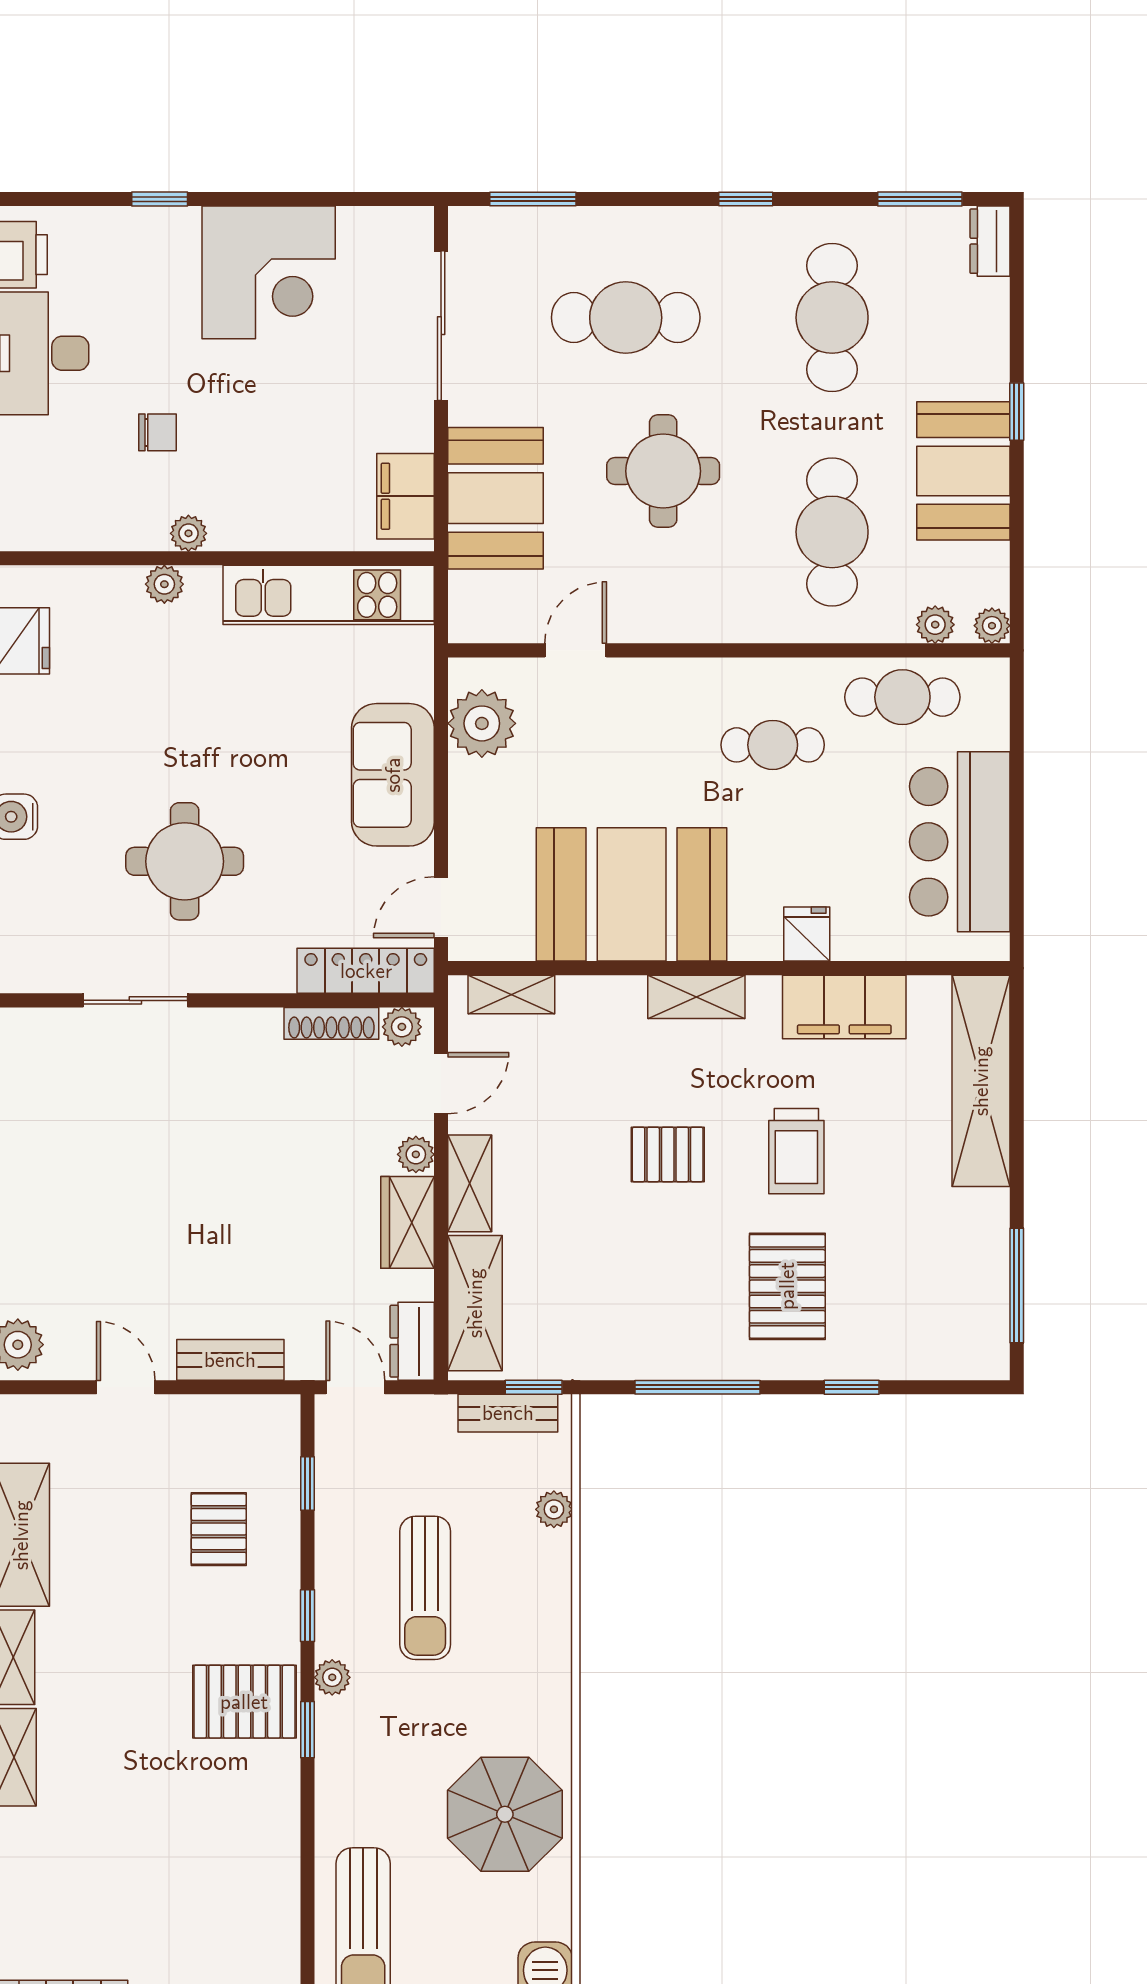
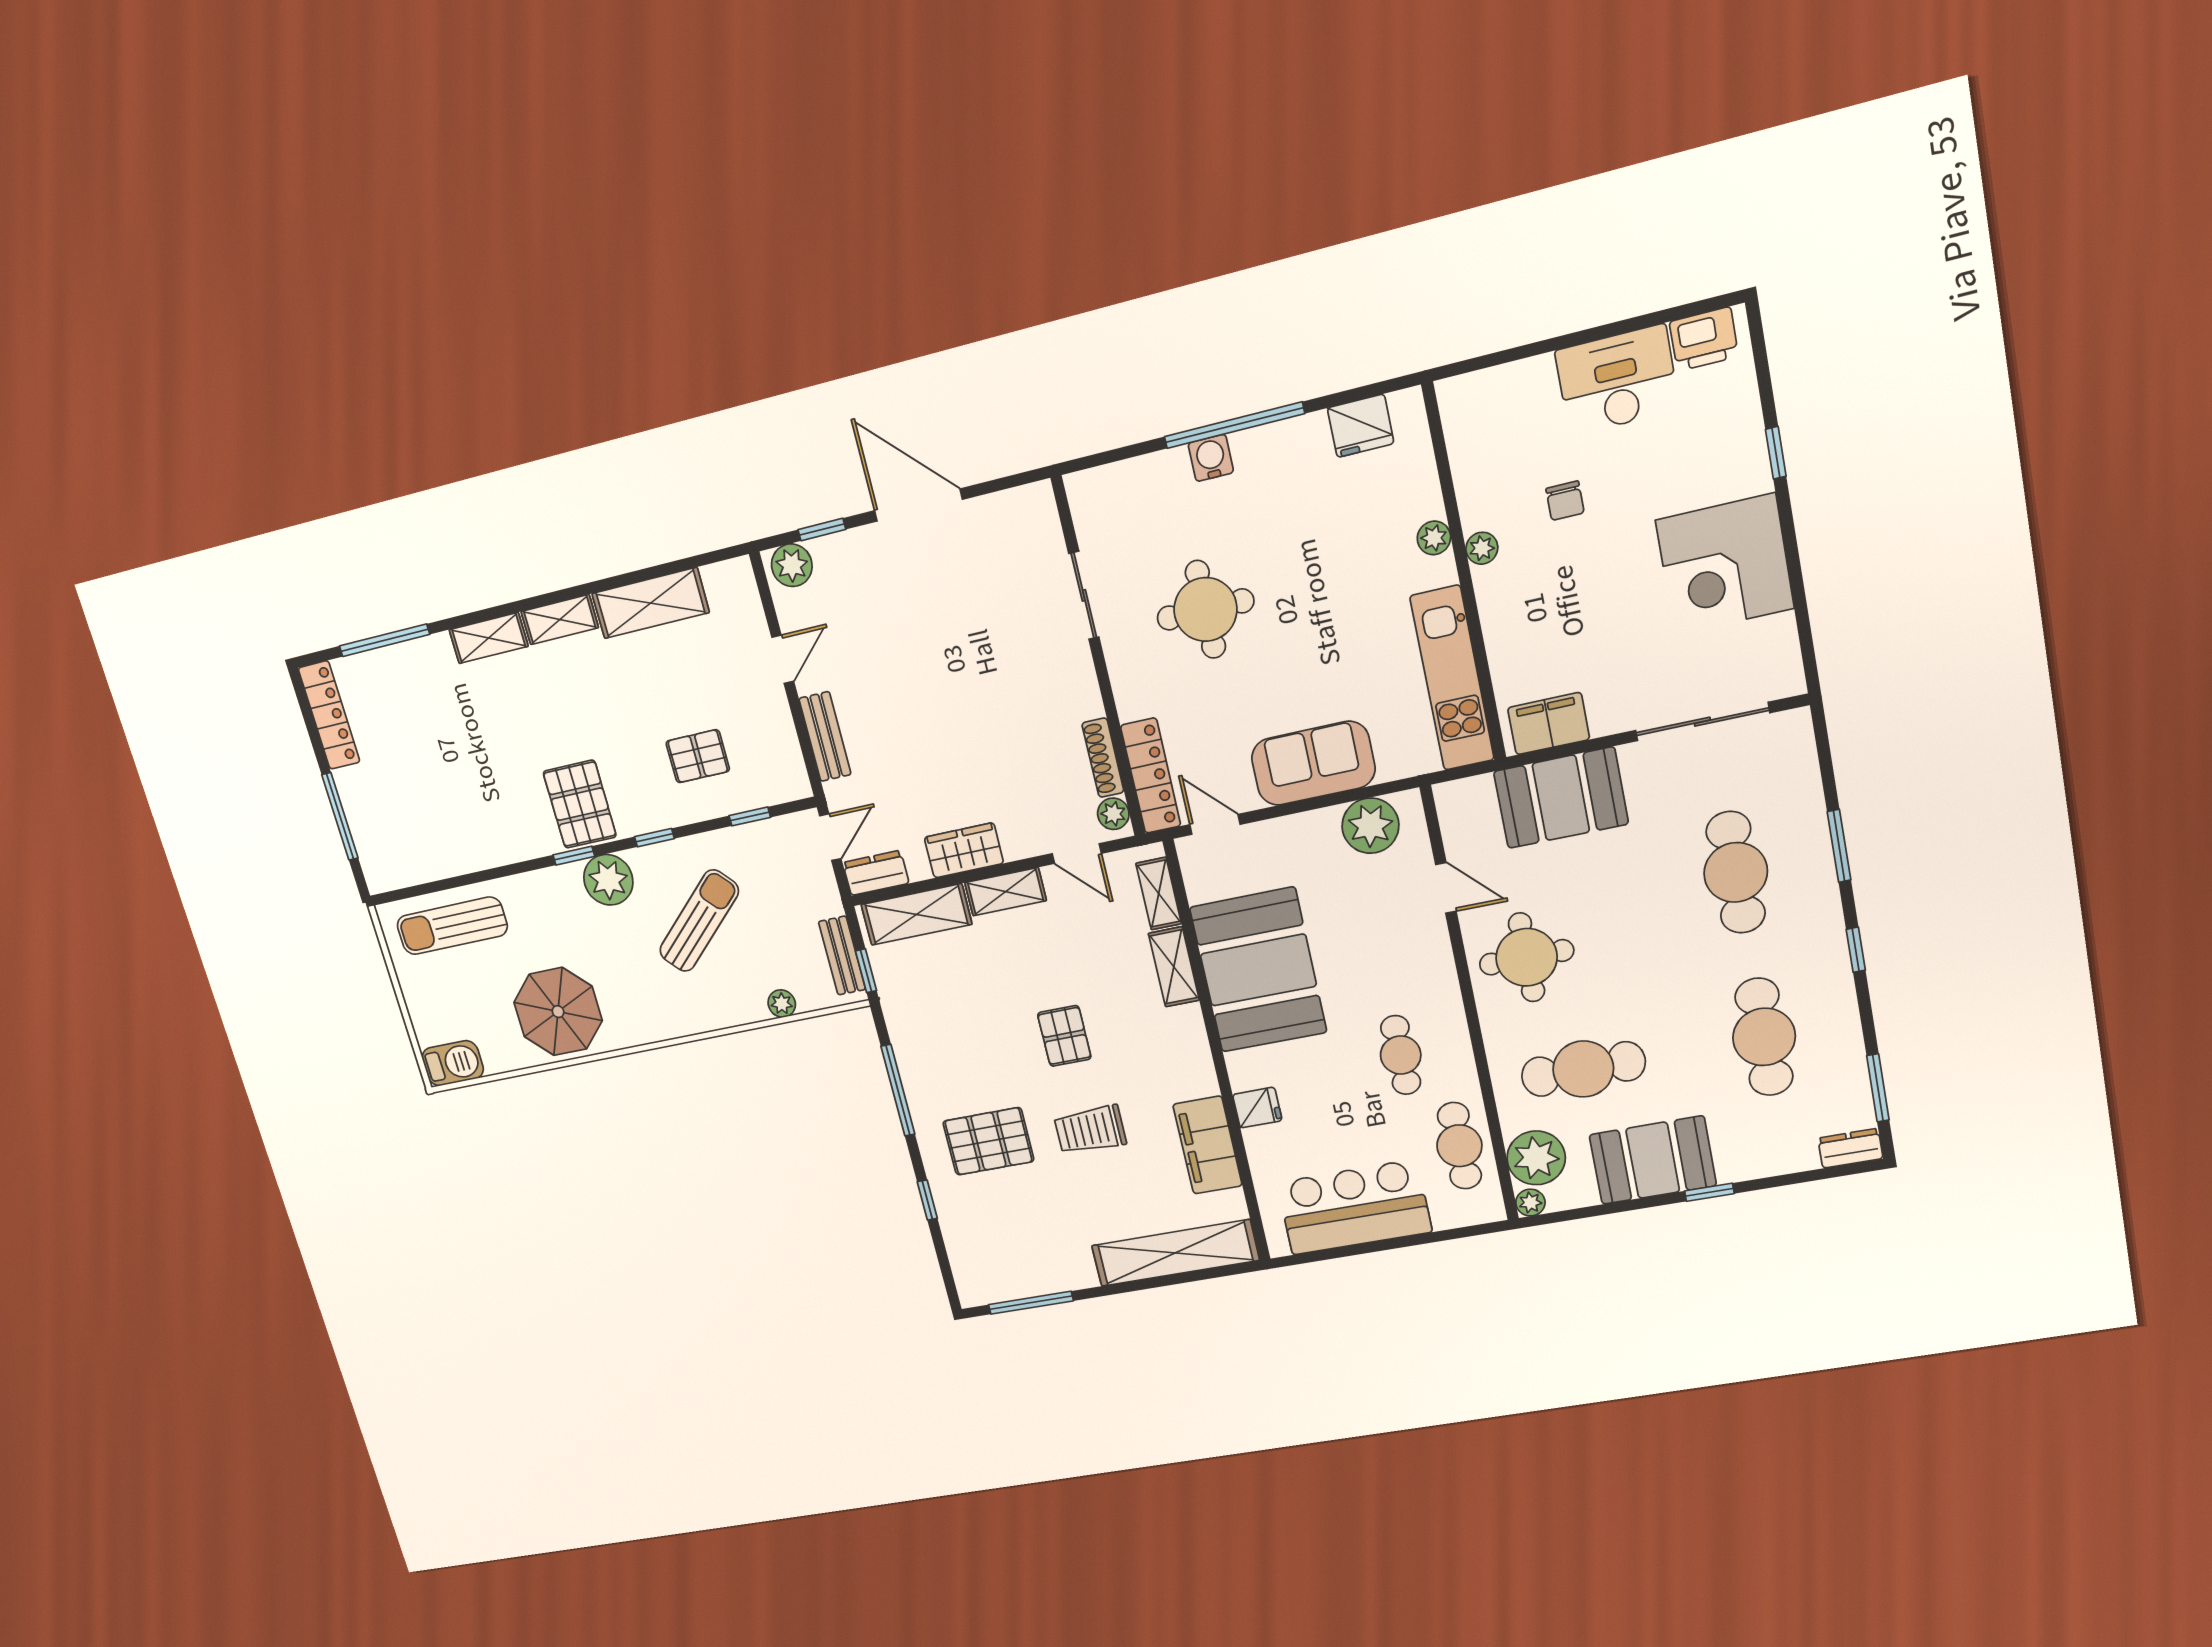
window: (533, 199) -> (1839, 846), moved
cafe table: (832, 318) -> (1764, 1037), turned 90
round table: (663, 471) -> (1527, 957), moved
plant: (935, 625) -> (1536, 1158), width x1.88, depth x1.88
shelving: (696, 997) -> (1174, 967), moved
plant: (416, 1154) -> (1017, 846), removed
sun lounger: (425, 1588) -> (699, 921), turned 137
plant: (332, 1677) -> (608, 880), width x1.88, depth x1.88

